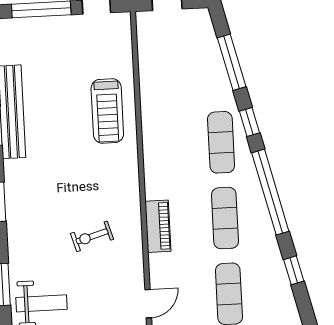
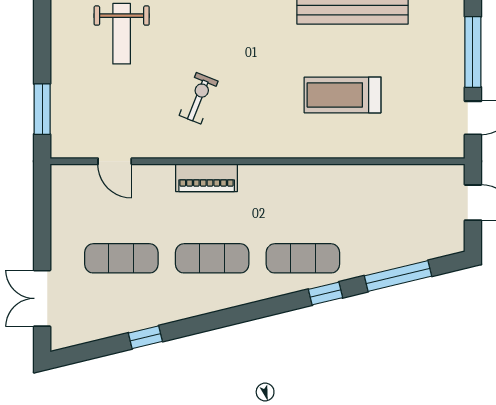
treadmill: (107, 111) -> (343, 95), moved
window: (270, 192) -> (240, 314), removed
exercise bike: (92, 236) -> (199, 98), turned 38

